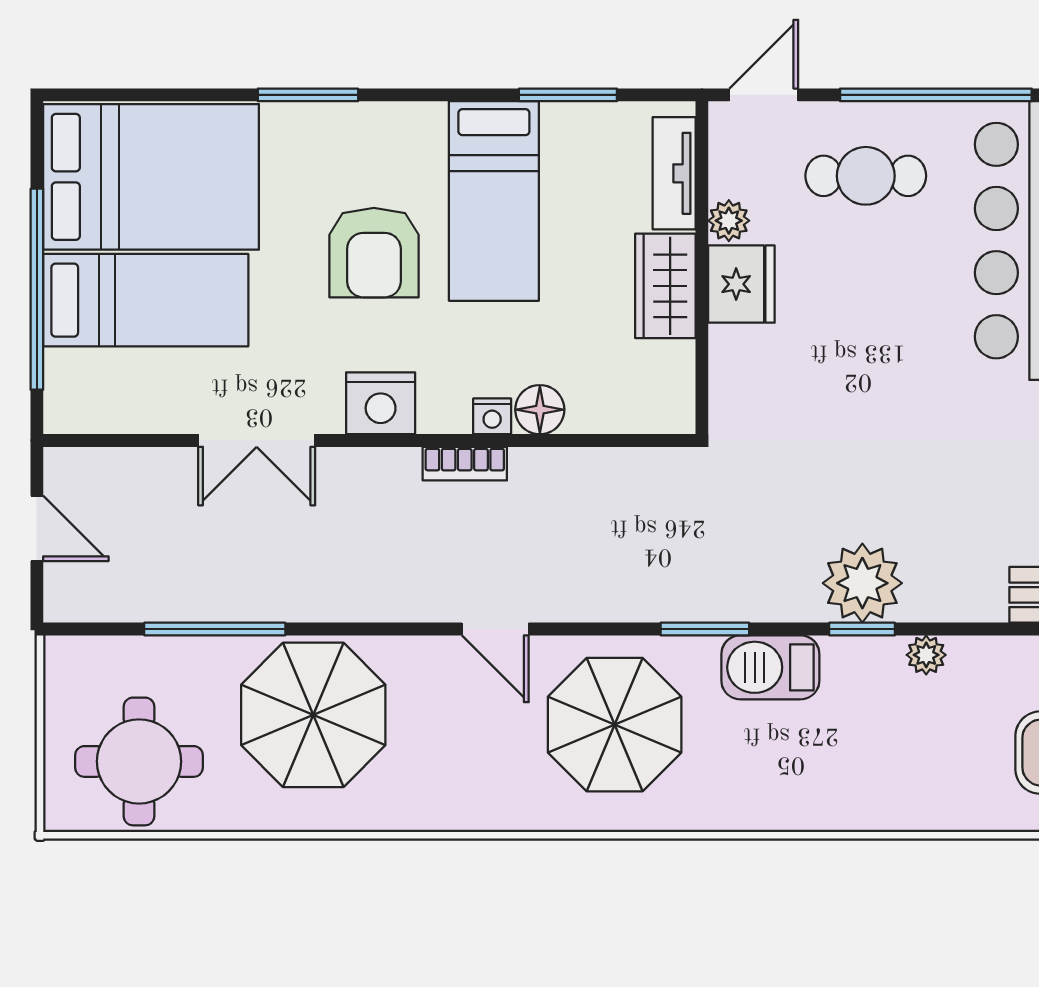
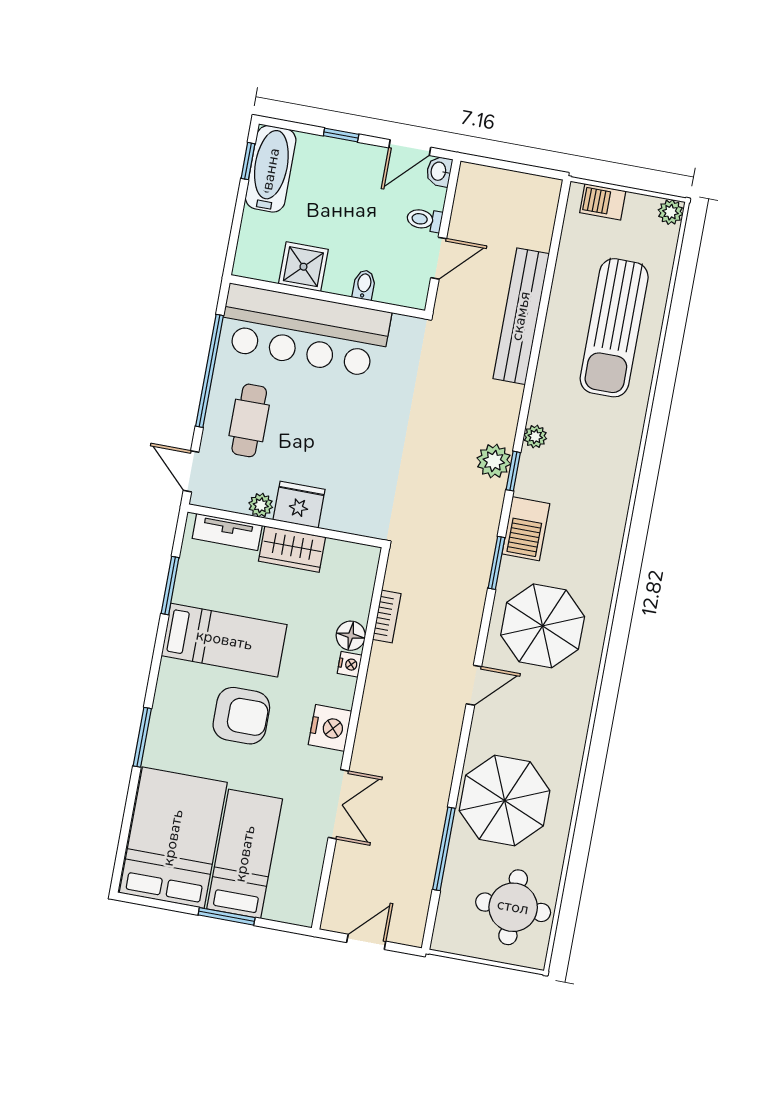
window: (37, 289) -> (227, 916), width x0.47
bookcase: (465, 464) -> (387, 617), moved
plant: (862, 583) -> (494, 461), width x0.73, depth x0.73

